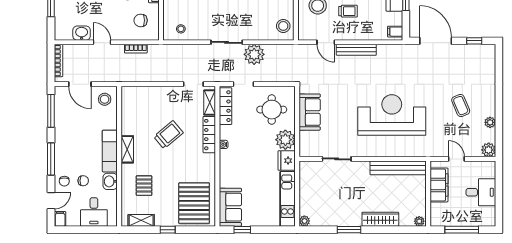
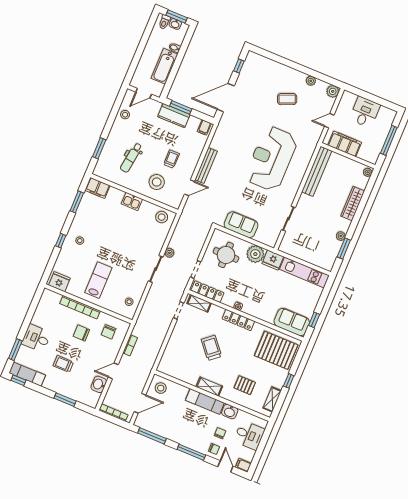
plant: (254, 54) -> (169, 253), width x0.53, depth x0.53
locker: (209, 135) -> (238, 320), moved
plant: (304, 221) -> (341, 236), moved
window: (349, 230) -> (344, 249), moved

